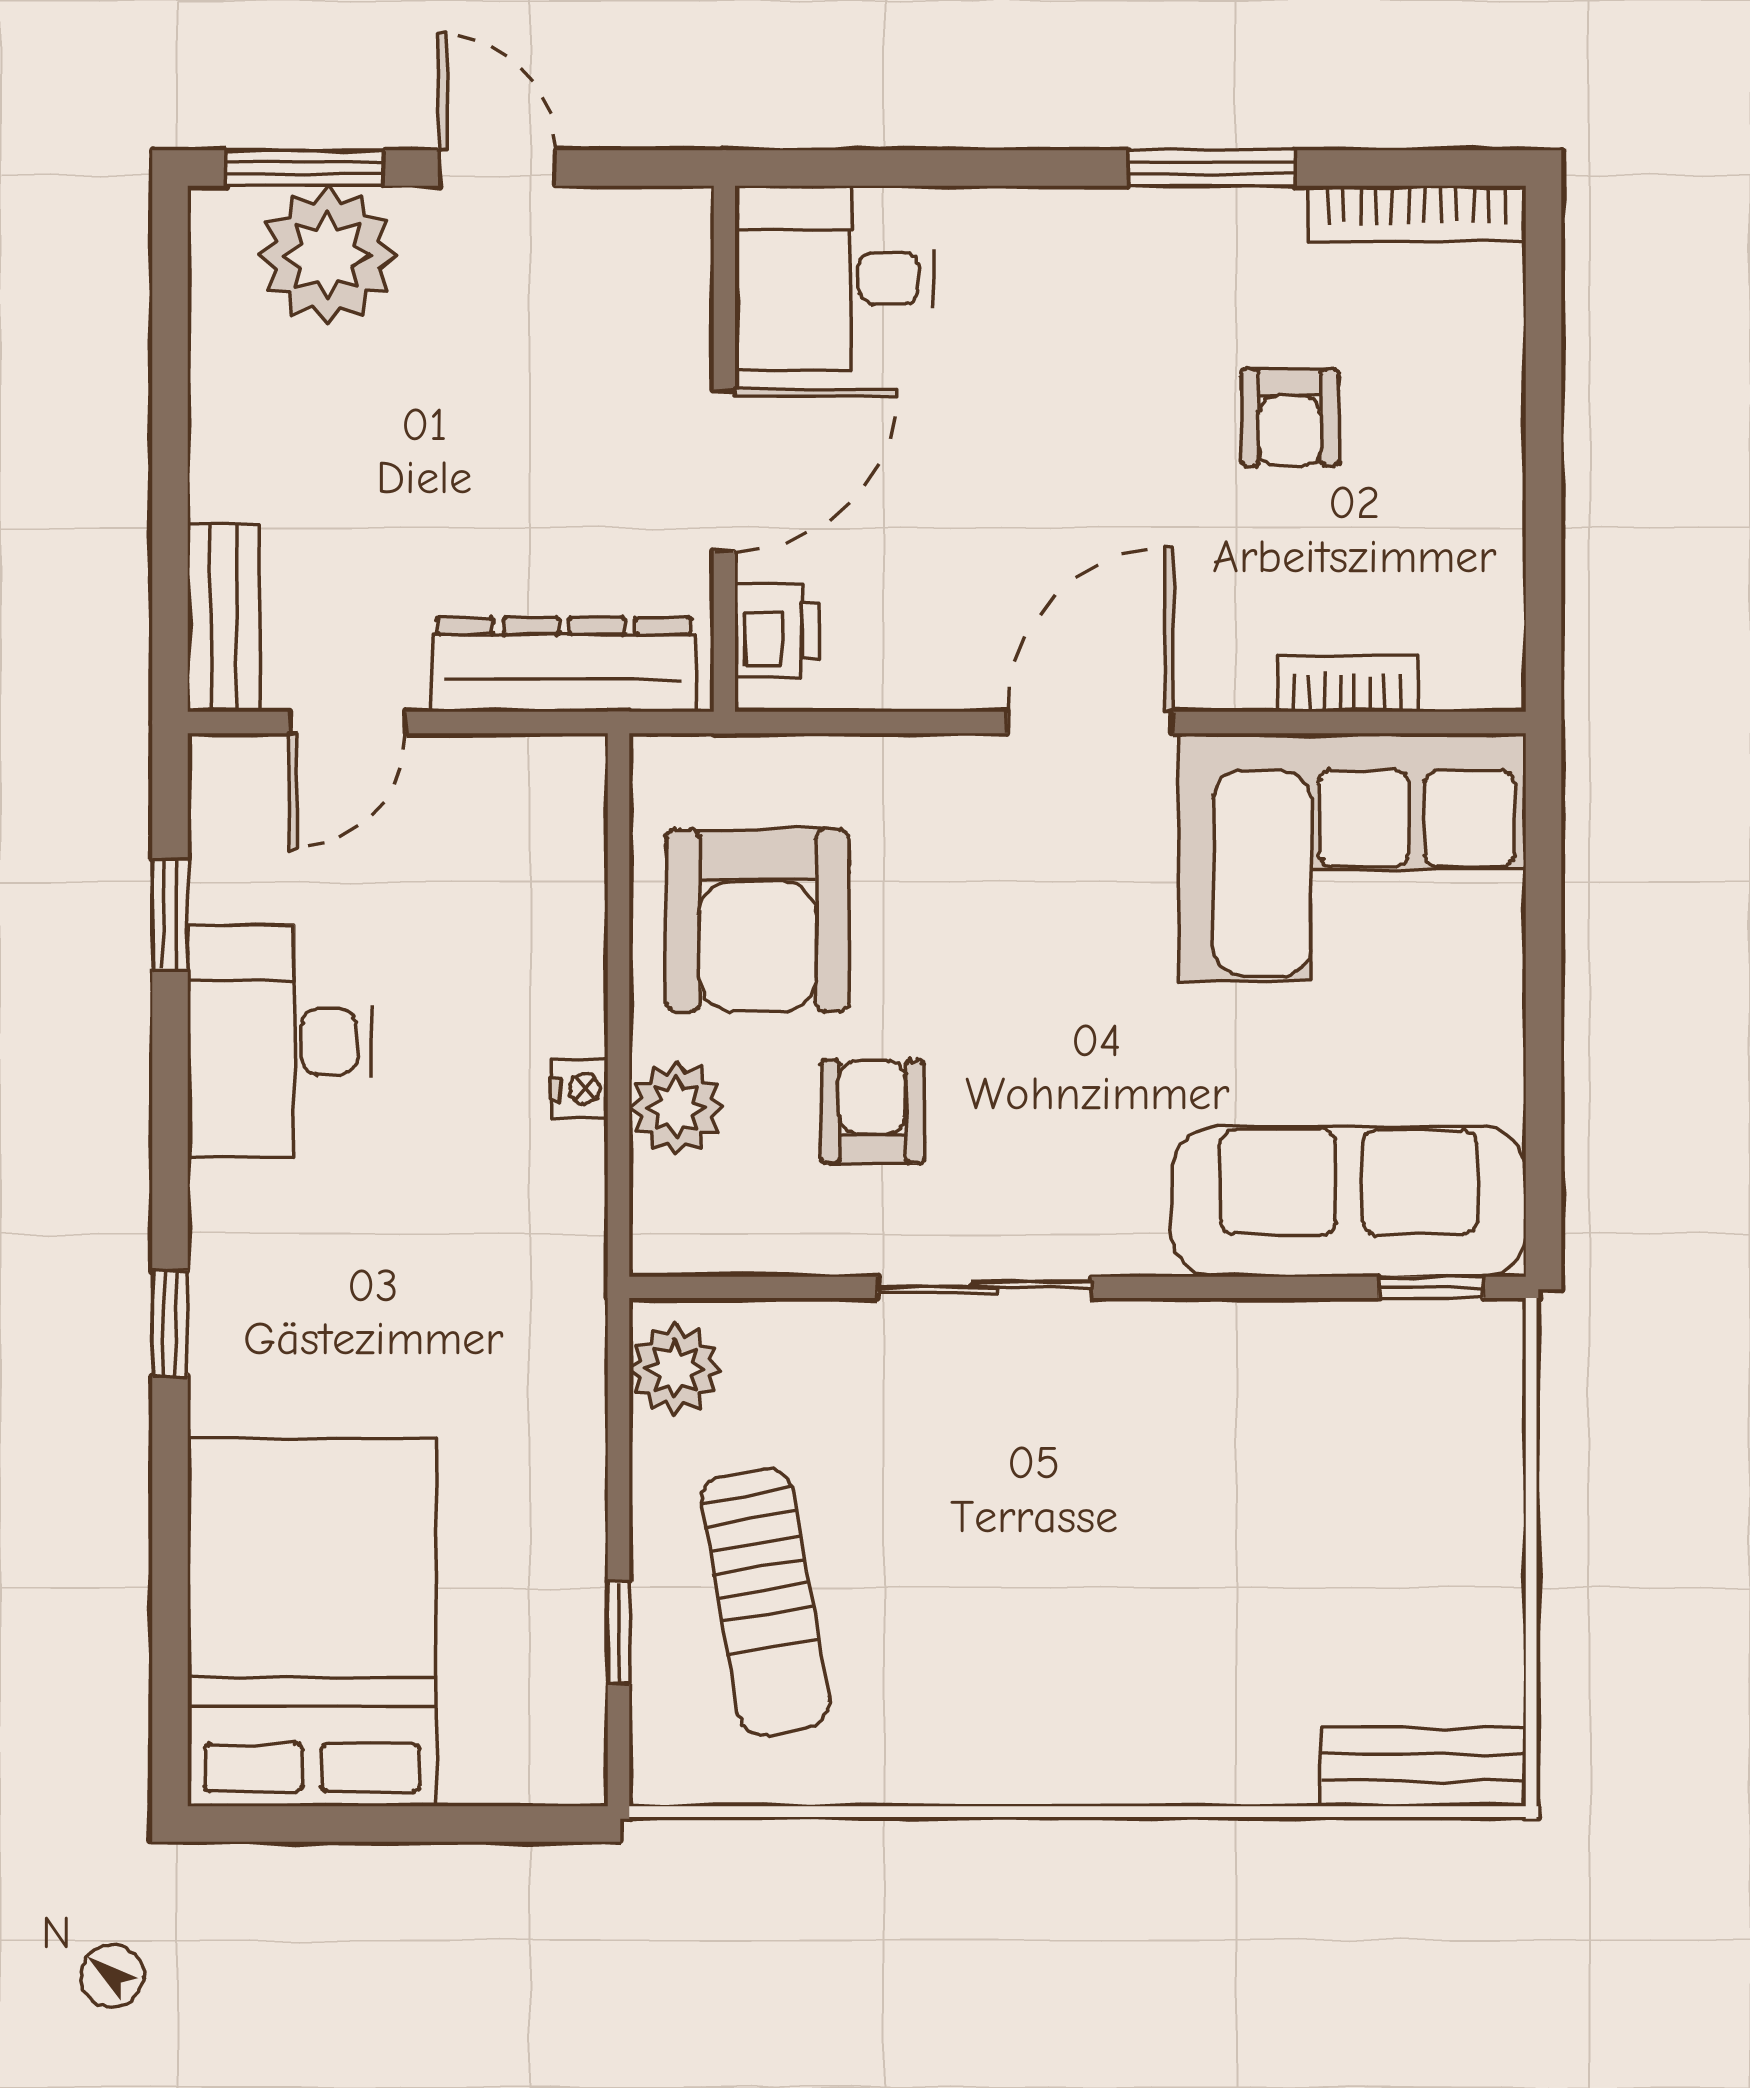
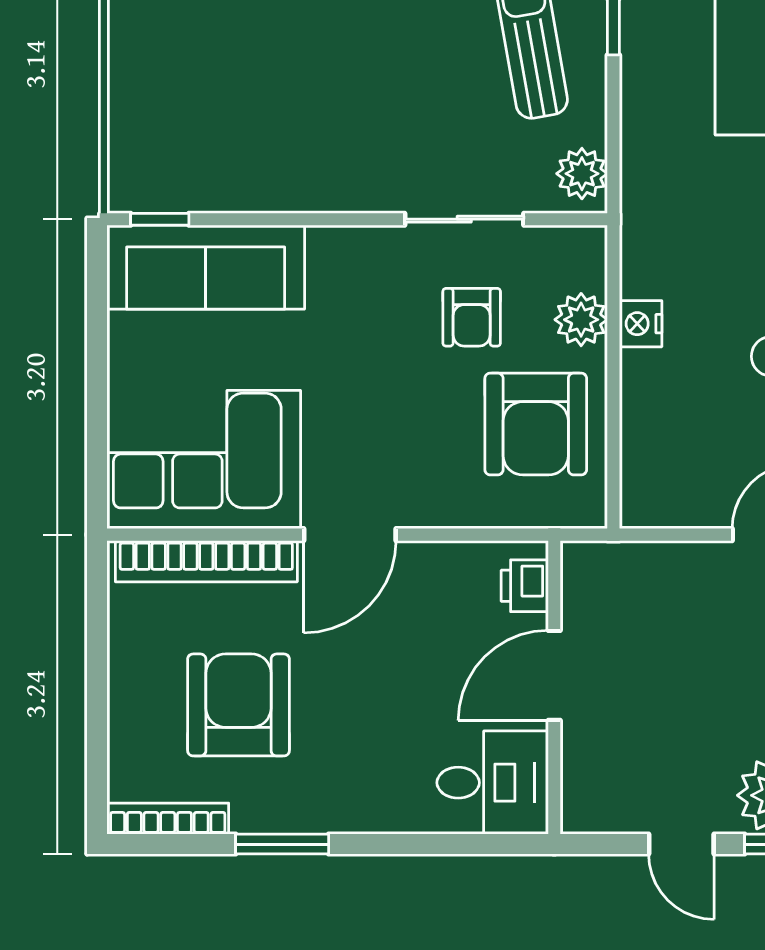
armchair: (1290, 417) -> (238, 705), width x1.88, depth x1.88
dresser: (564, 665) -> (644, 567), removed
bookcase: (1348, 684) -> (206, 561), width x2.31, depth x1.31
armchair: (758, 920) -> (536, 424), turned 180
nightstand: (580, 1089) -> (641, 324), width x1.39, depth x1.35
sliding door: (984, 1287) -> (464, 219), moved

